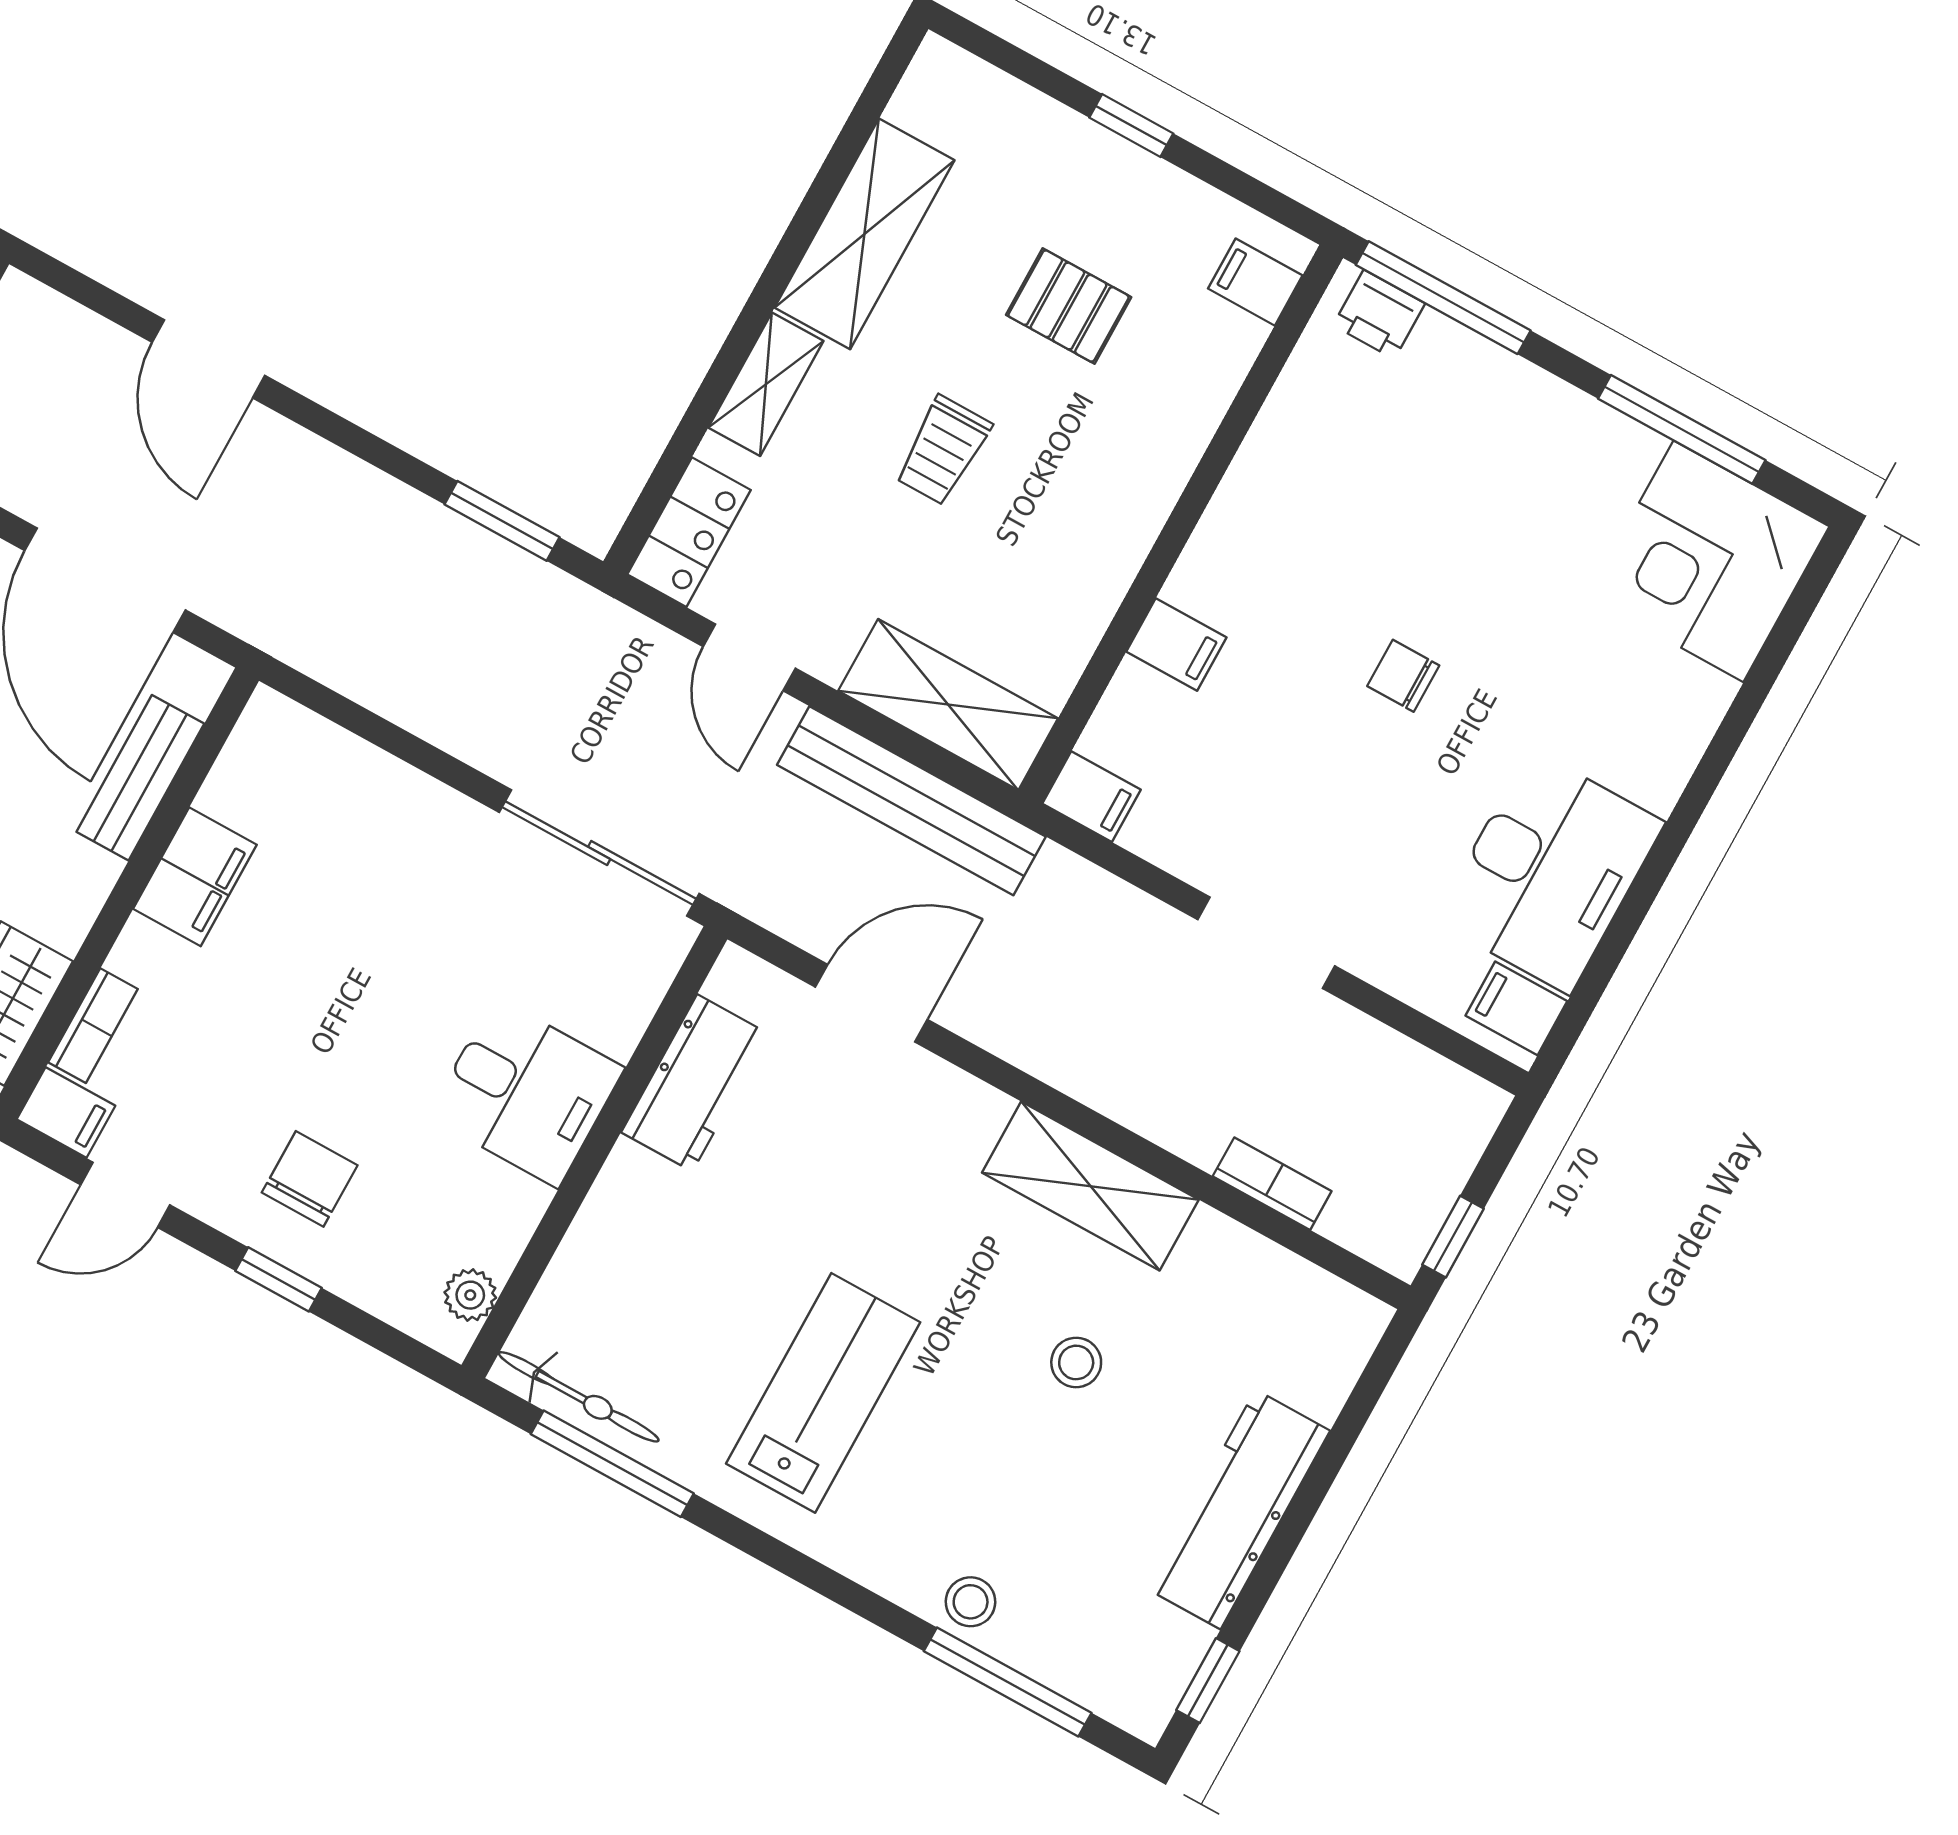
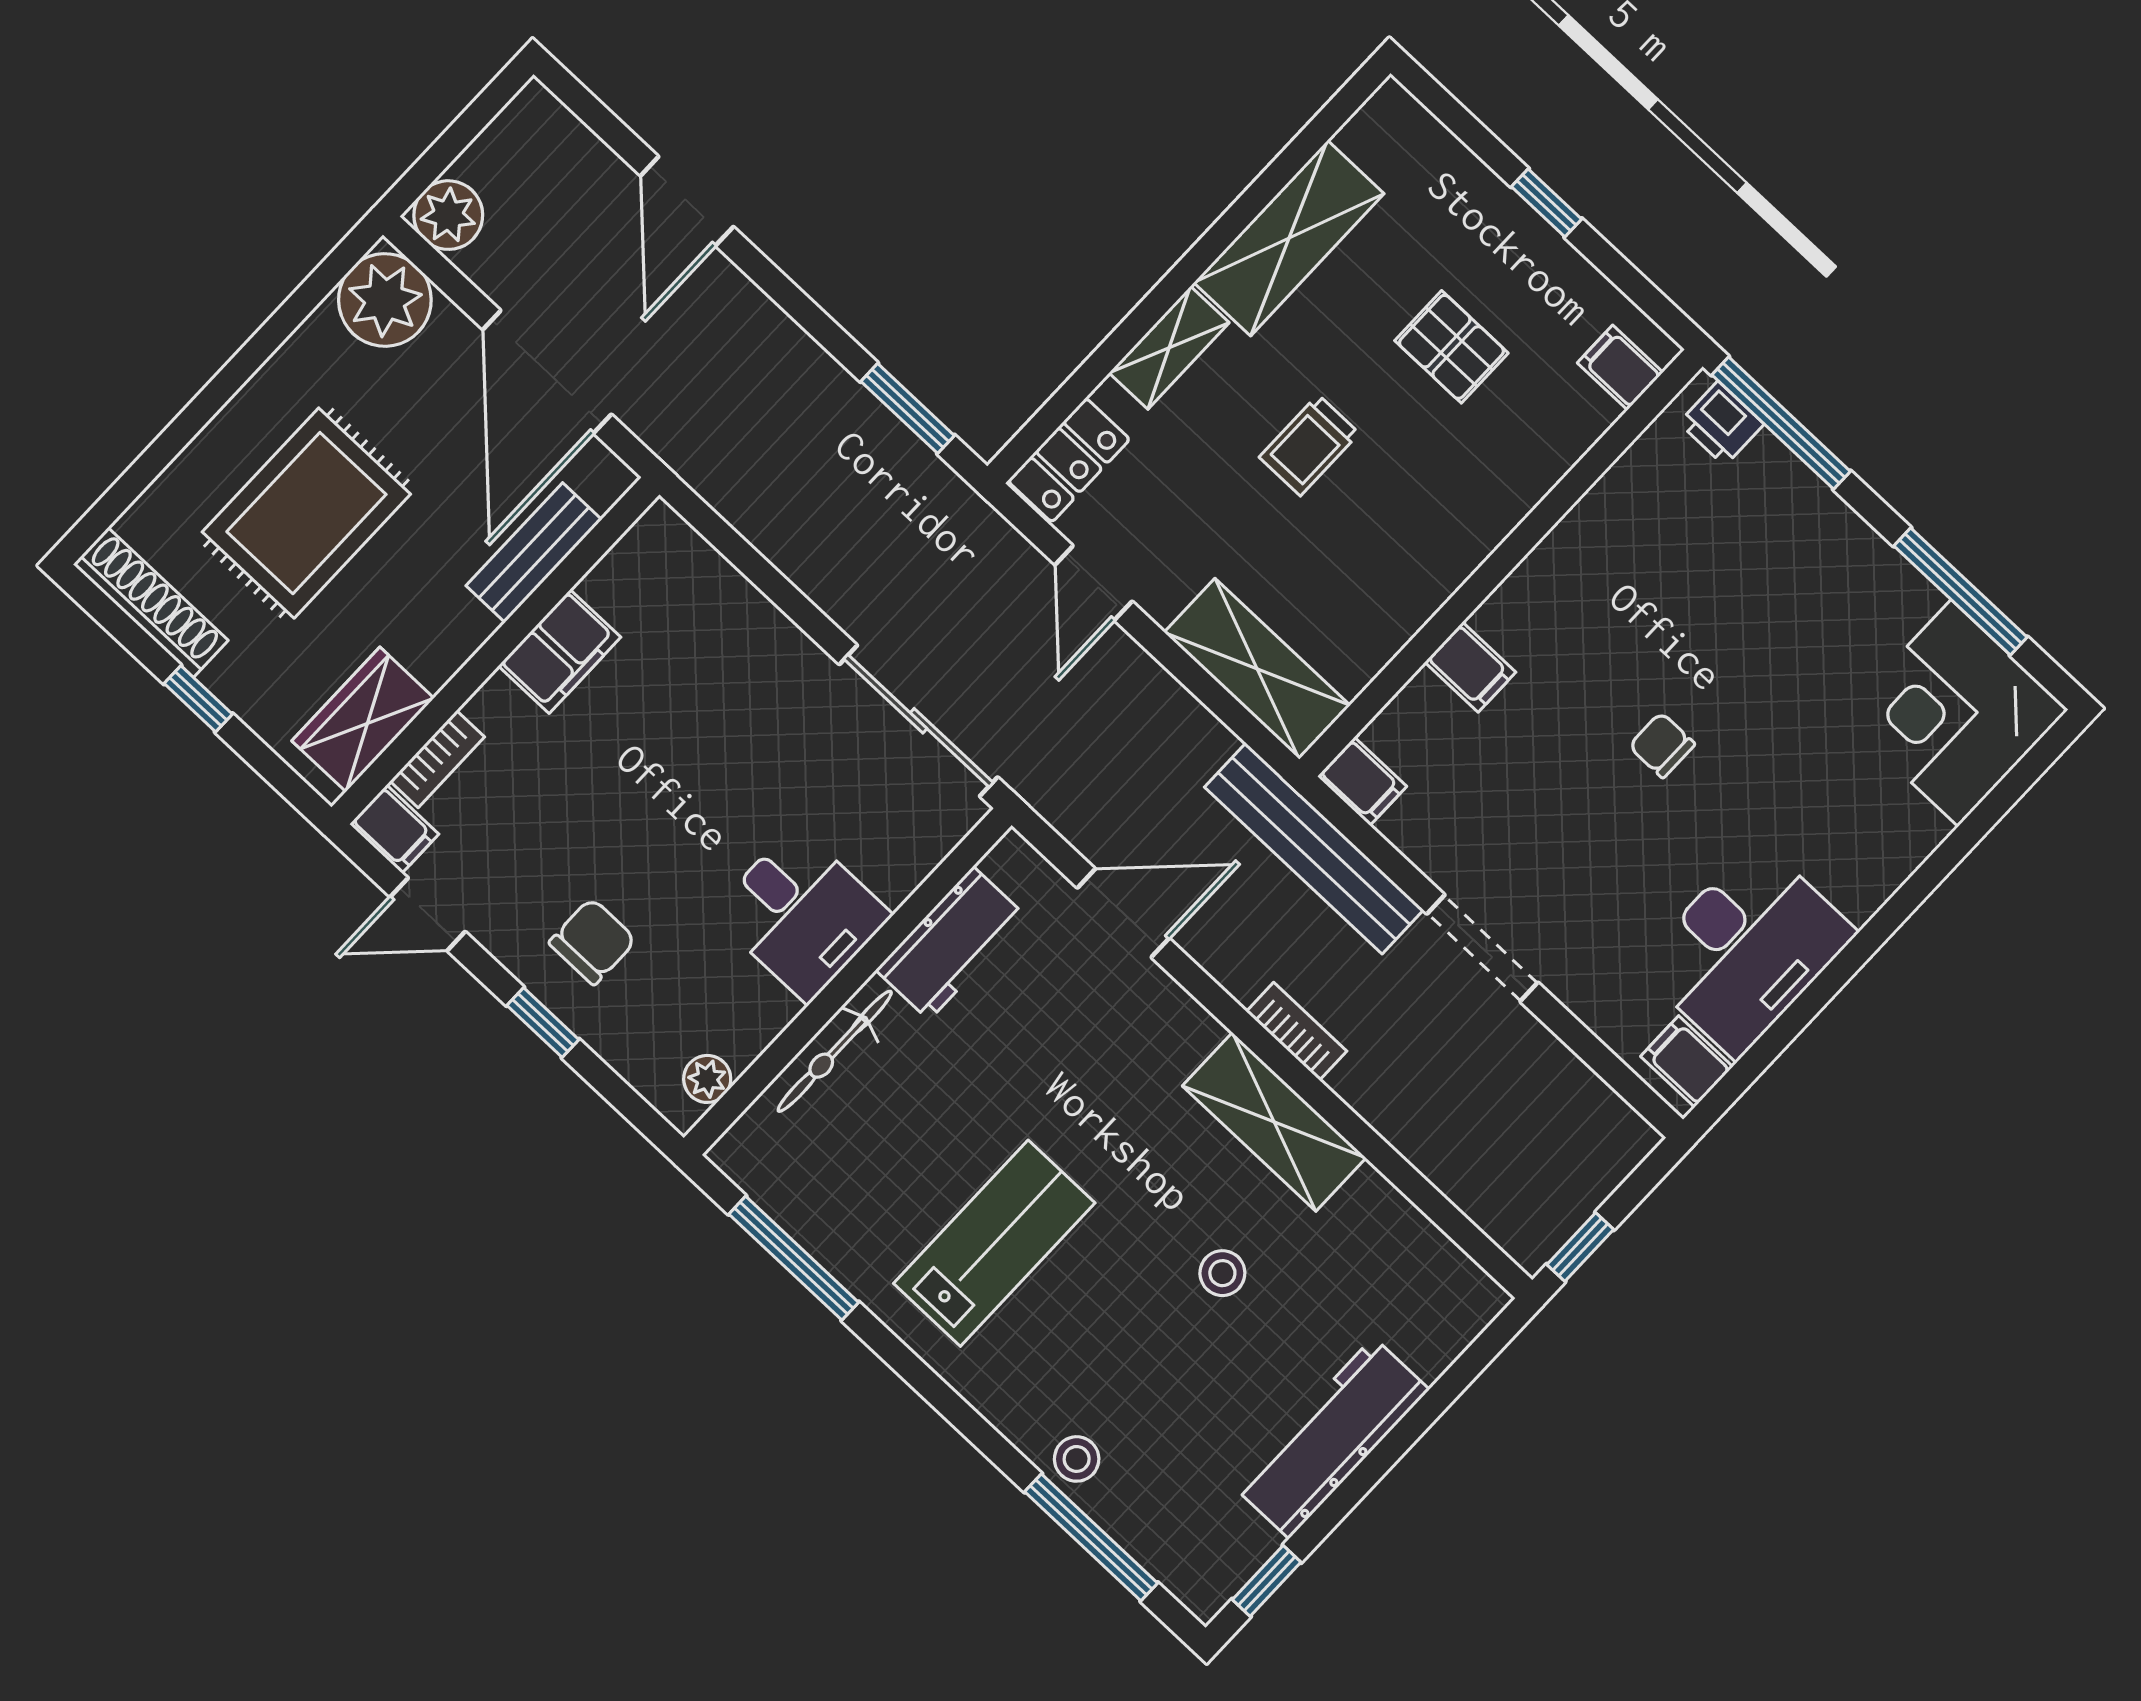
bench: (911, 801) -> (1314, 848), moved
bookcase: (1272, 1184) -> (1297, 1031), moved
bicycle: (579, 1397) -> (835, 1051), moved, turned 90

